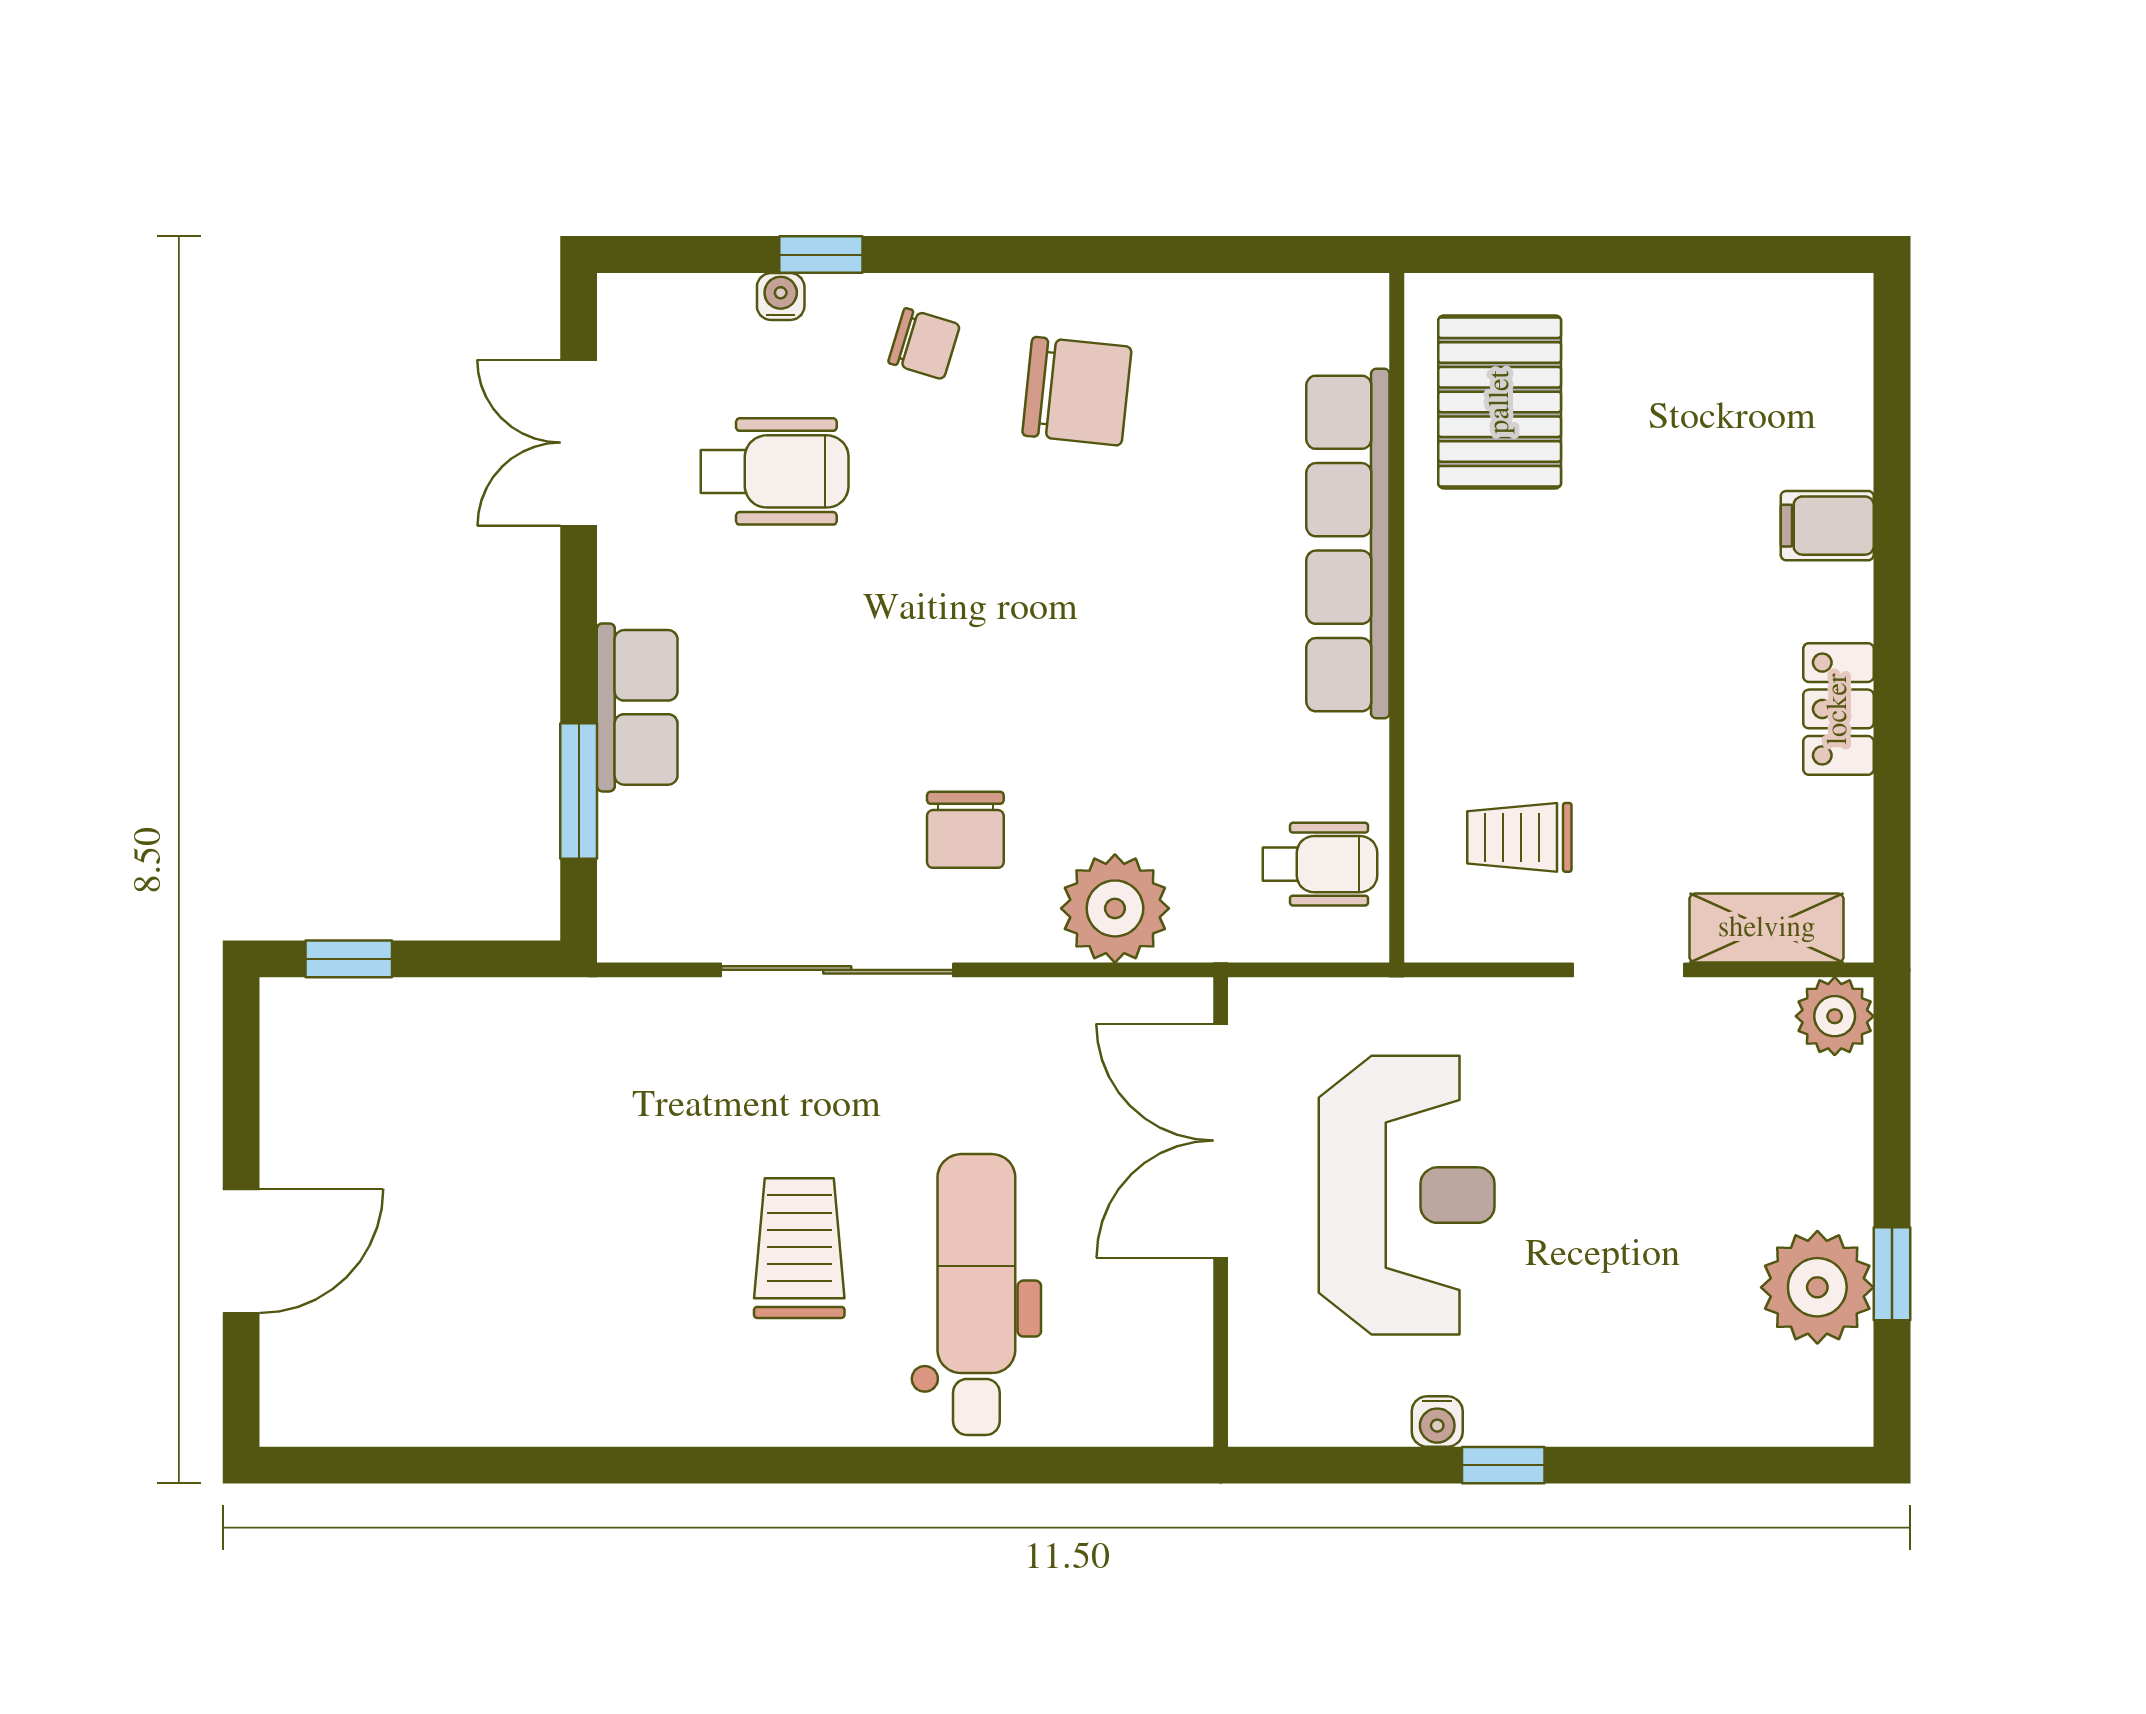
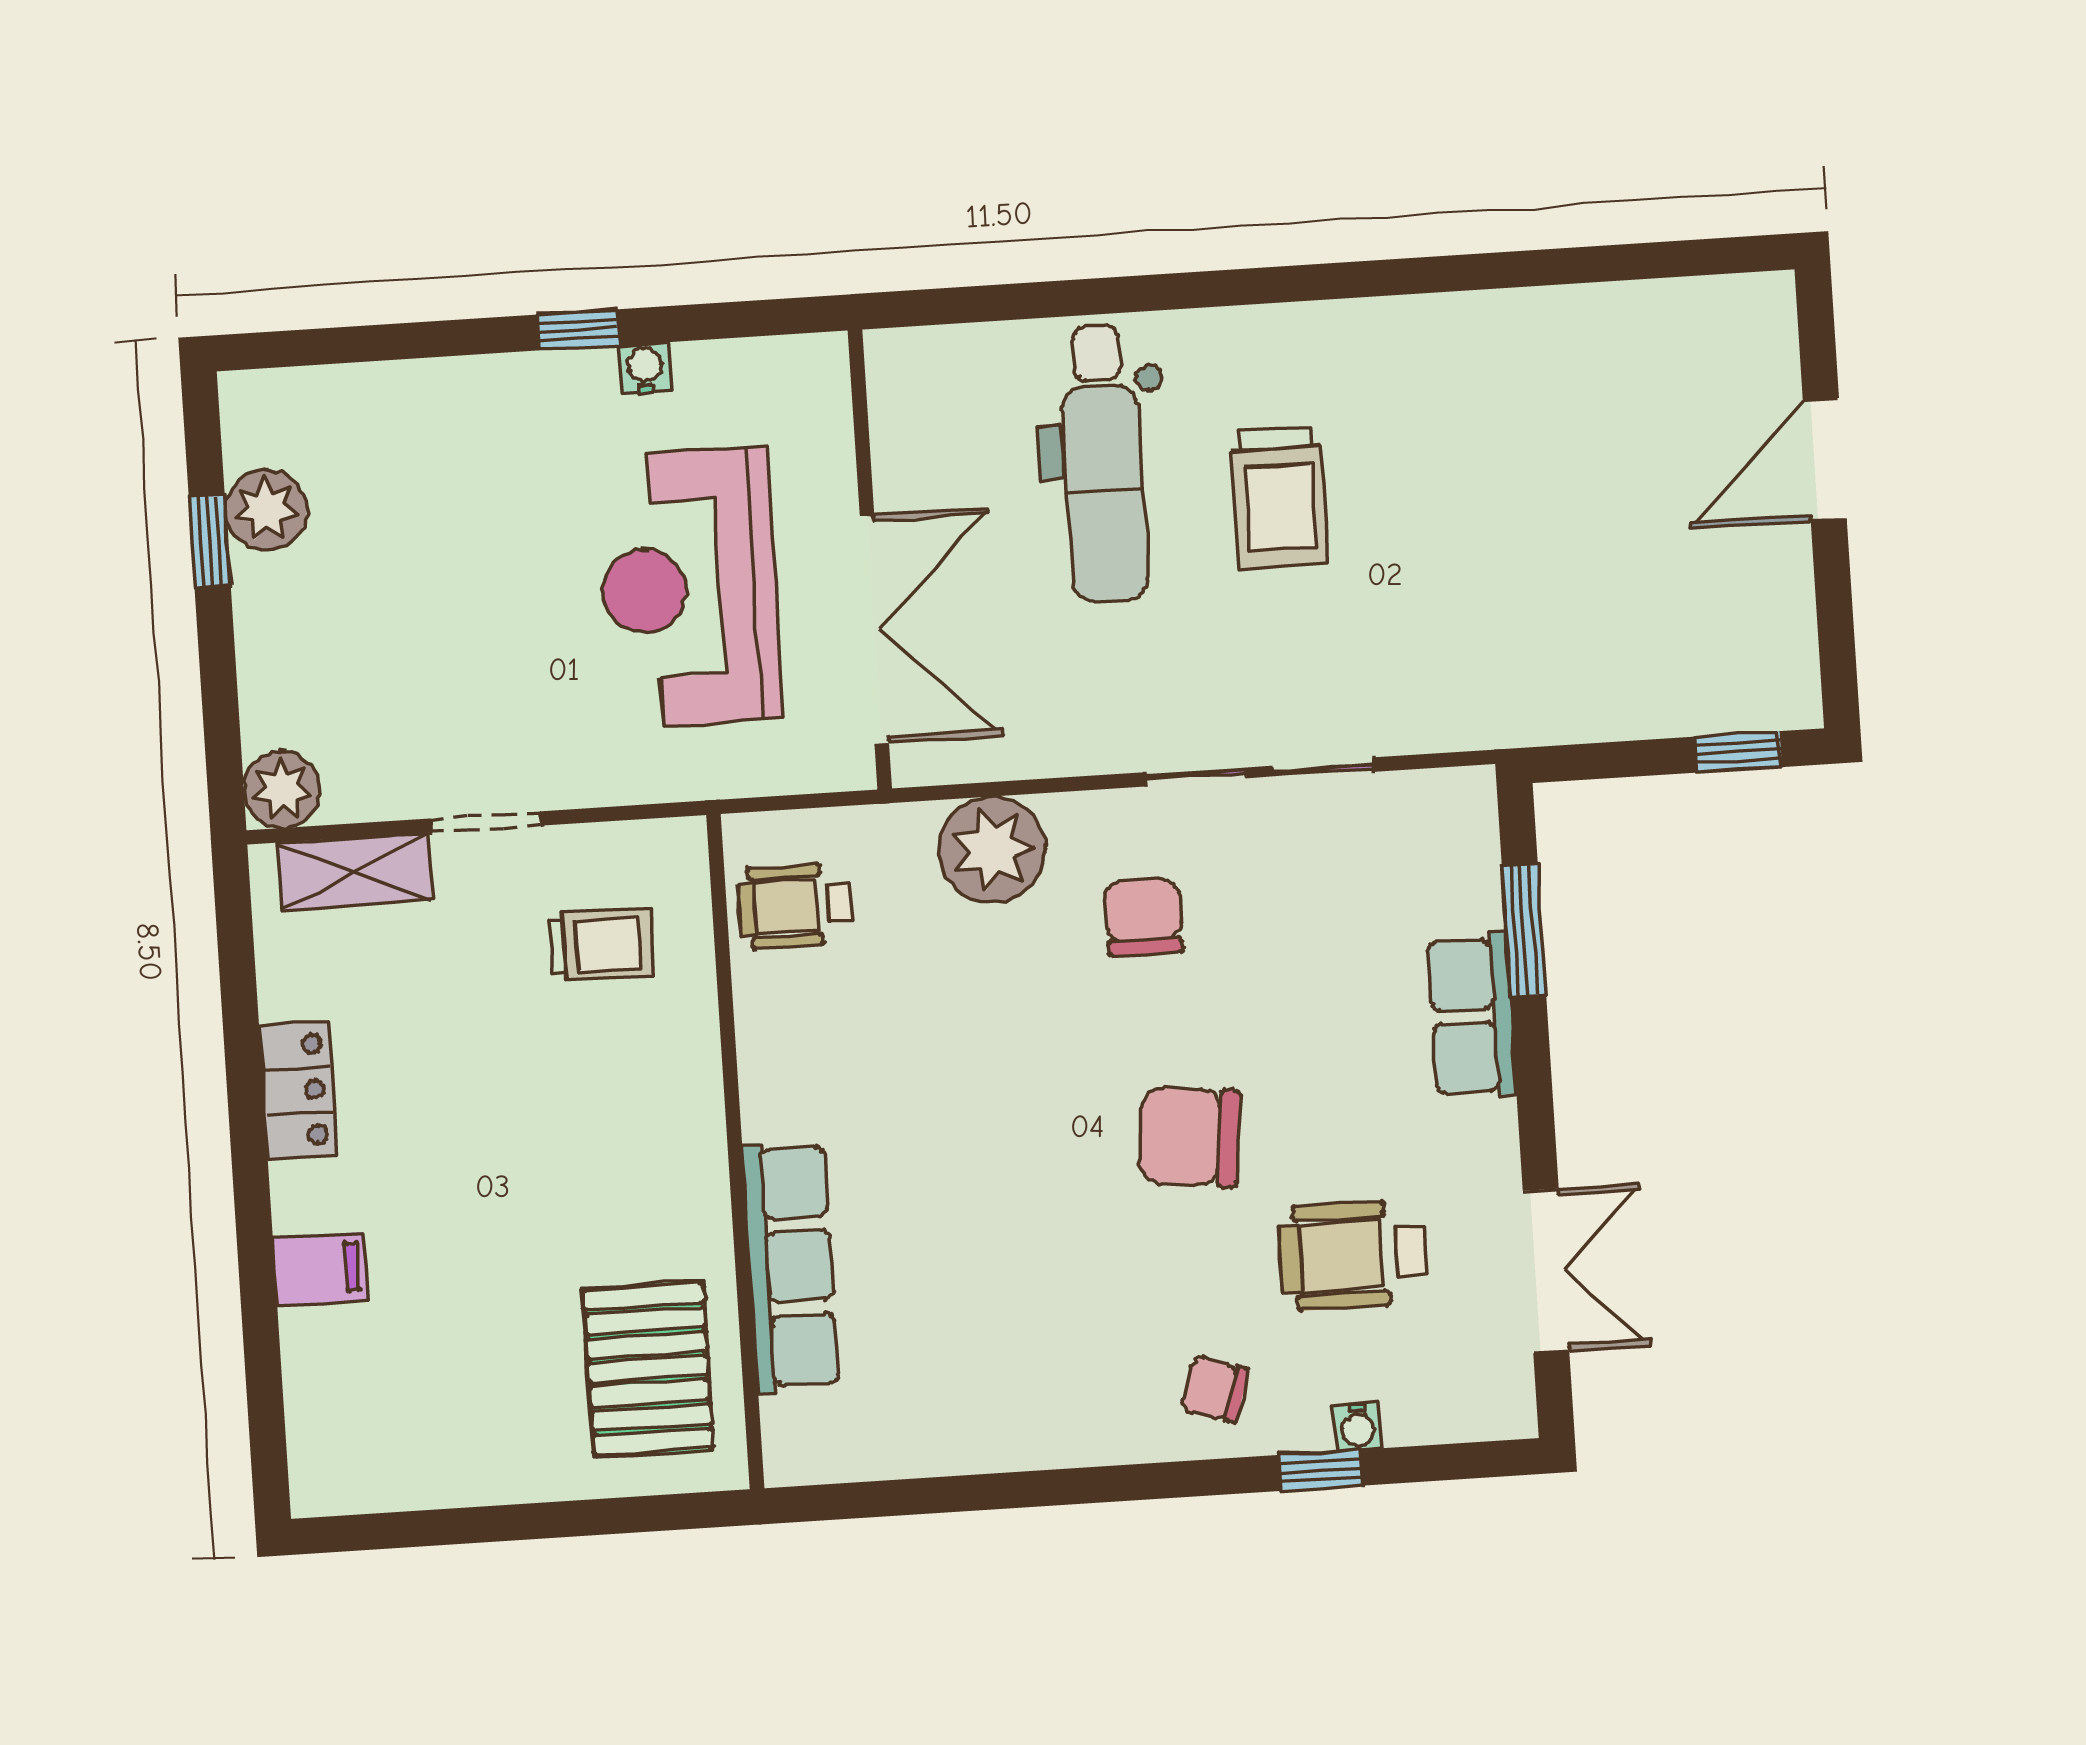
chair: (1077, 391) -> (1189, 1137), moved
row of seats: (1348, 543) -> (791, 1267), width x0.73
plant: (1817, 1287) -> (266, 510), width x0.73, depth x0.73

